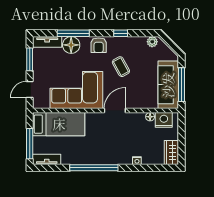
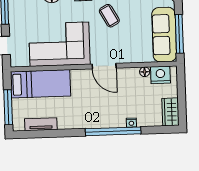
door: (115, 111) -> (104, 66), swing flipped
tv unit: (47, 159) -> (41, 124), moved
window: (94, 168) -> (113, 131), moved

